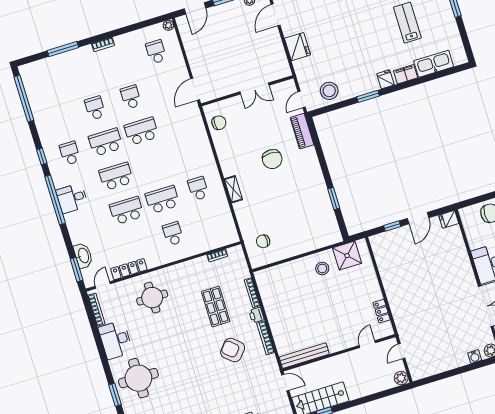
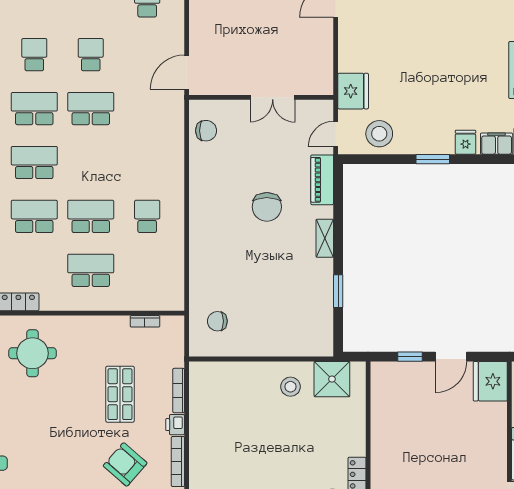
fridge: (297, 47) -> (353, 91), moved
shelving: (233, 189) -> (325, 238), moved
fridge: (449, 219) -> (490, 381), width x1.88, depth x1.34
school desk: (173, 234) -> (91, 270), width x1.85

